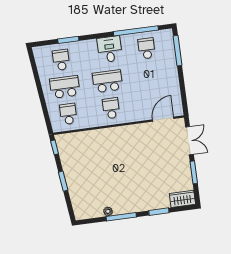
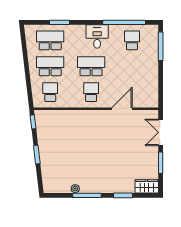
school desk: (61, 60) -> (50, 40), width x1.85
door: (163, 119) -> (122, 109), moved
double door: (189, 141) -> (161, 132), swing flipped

